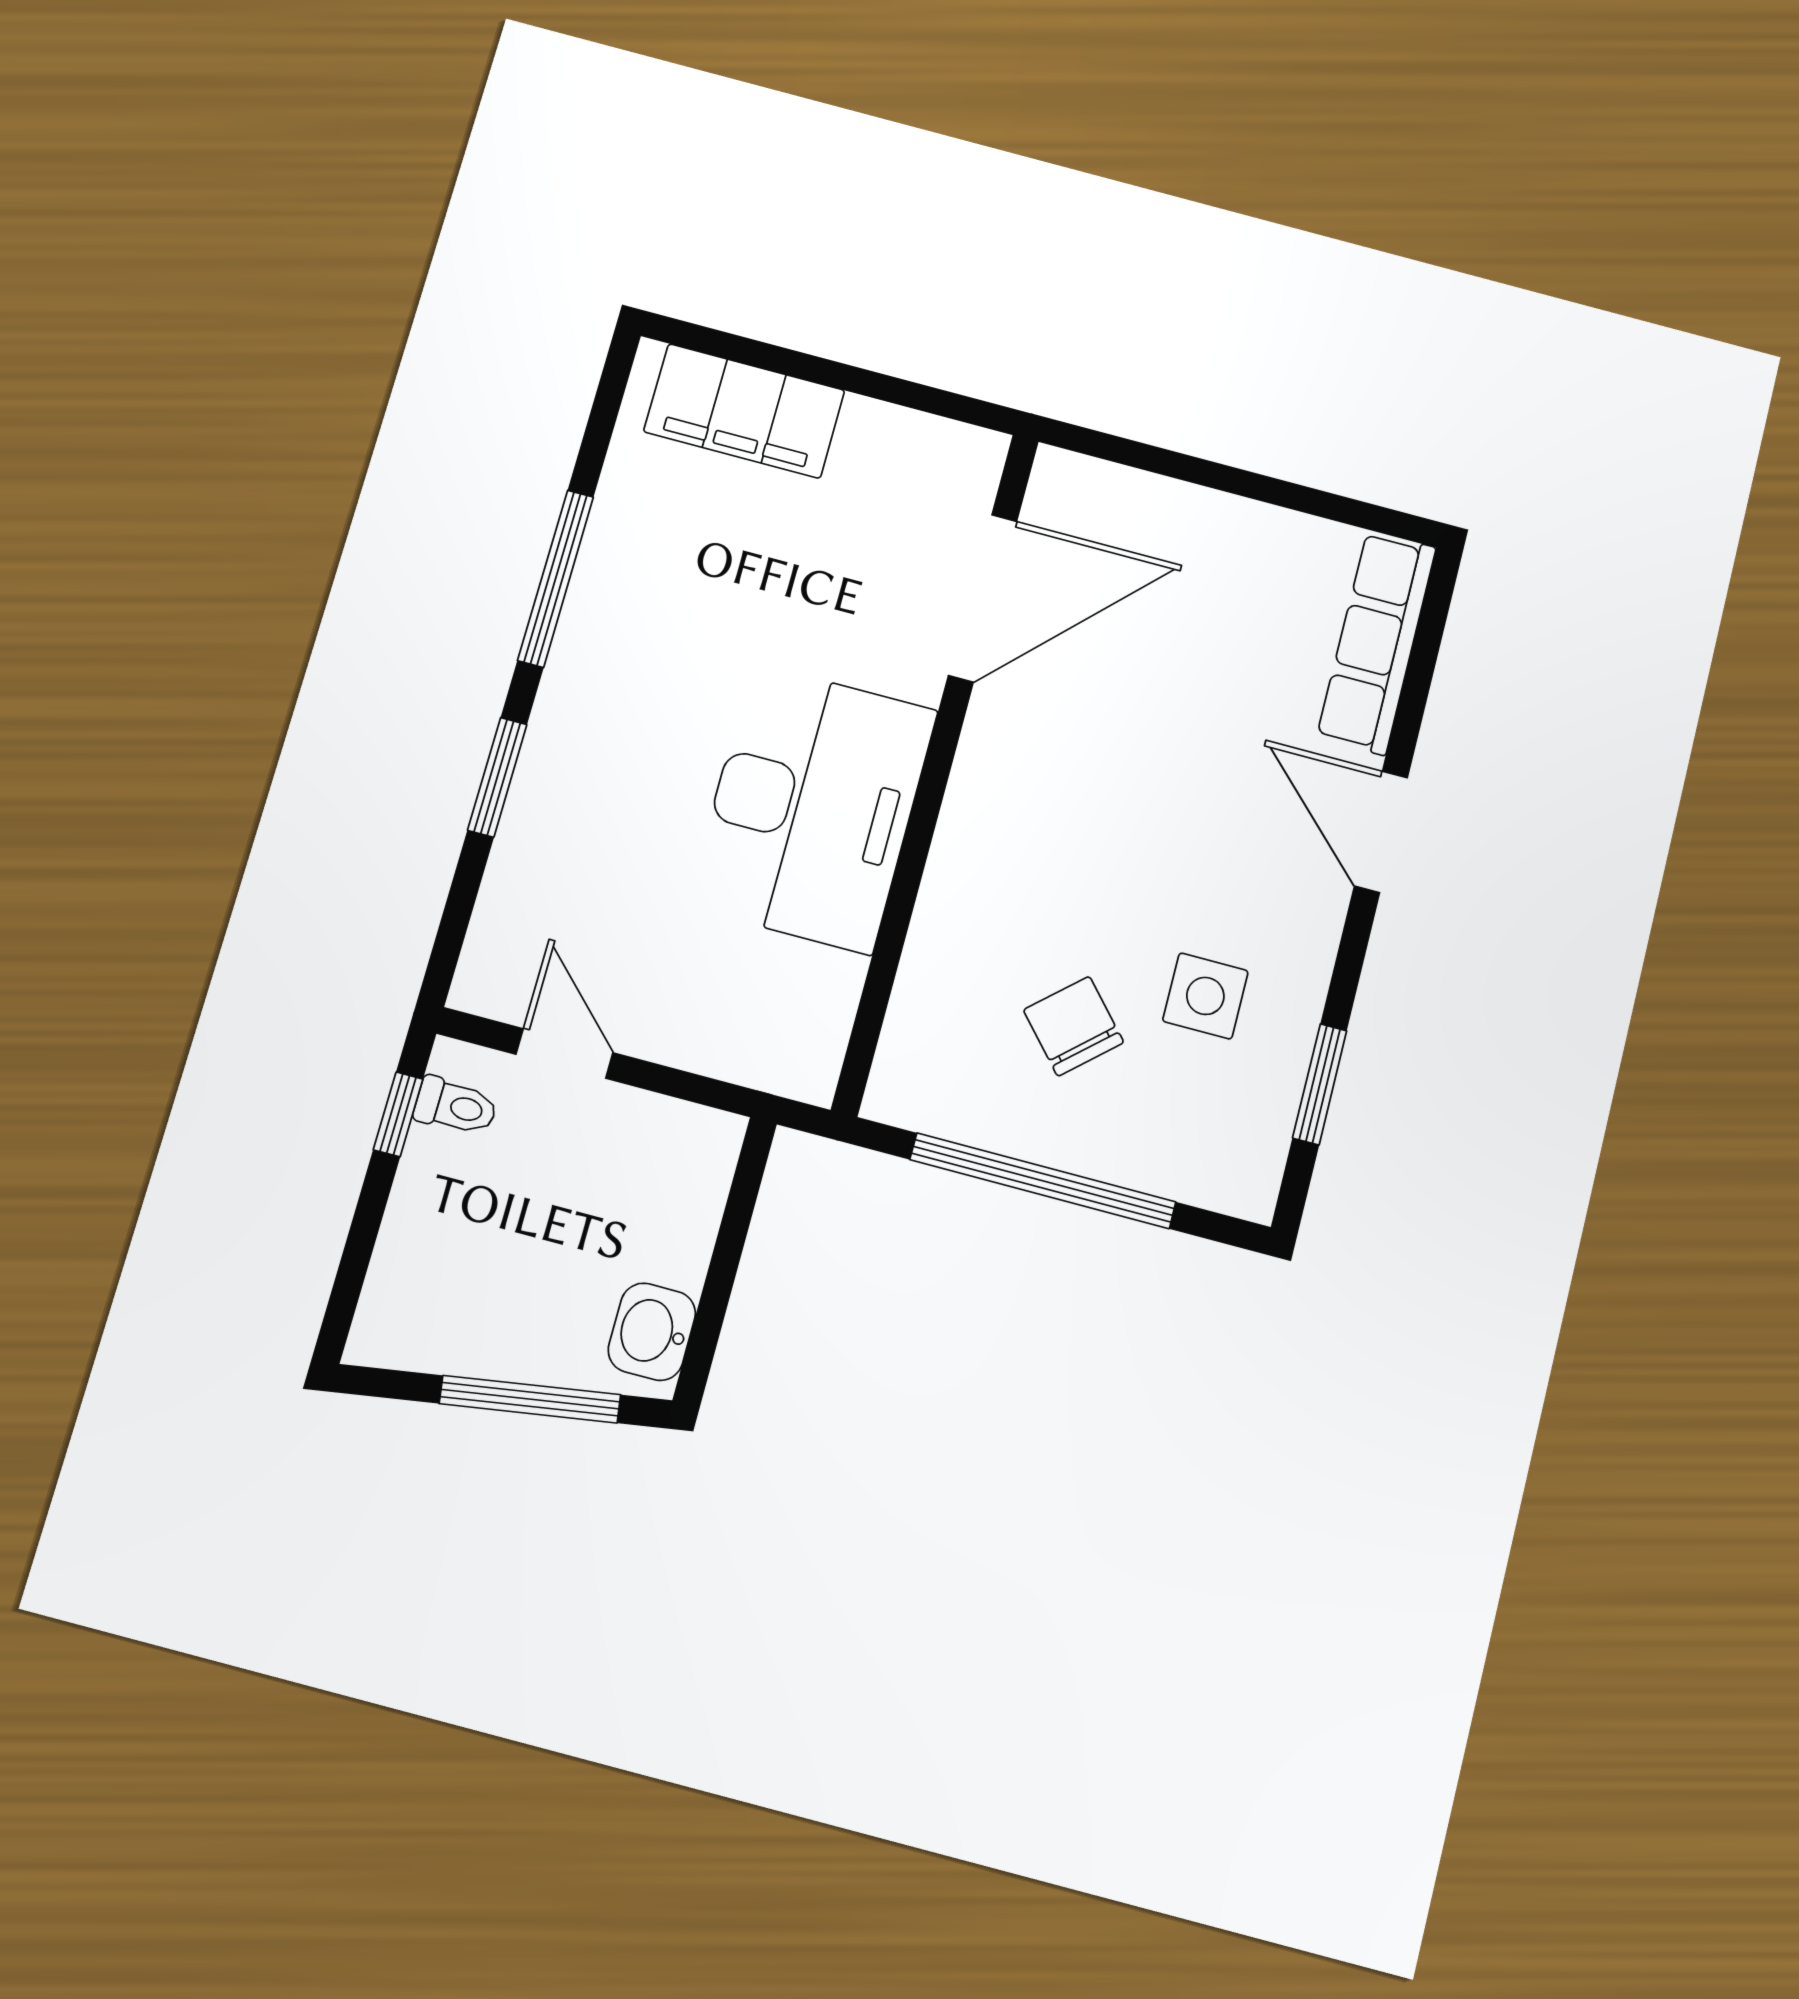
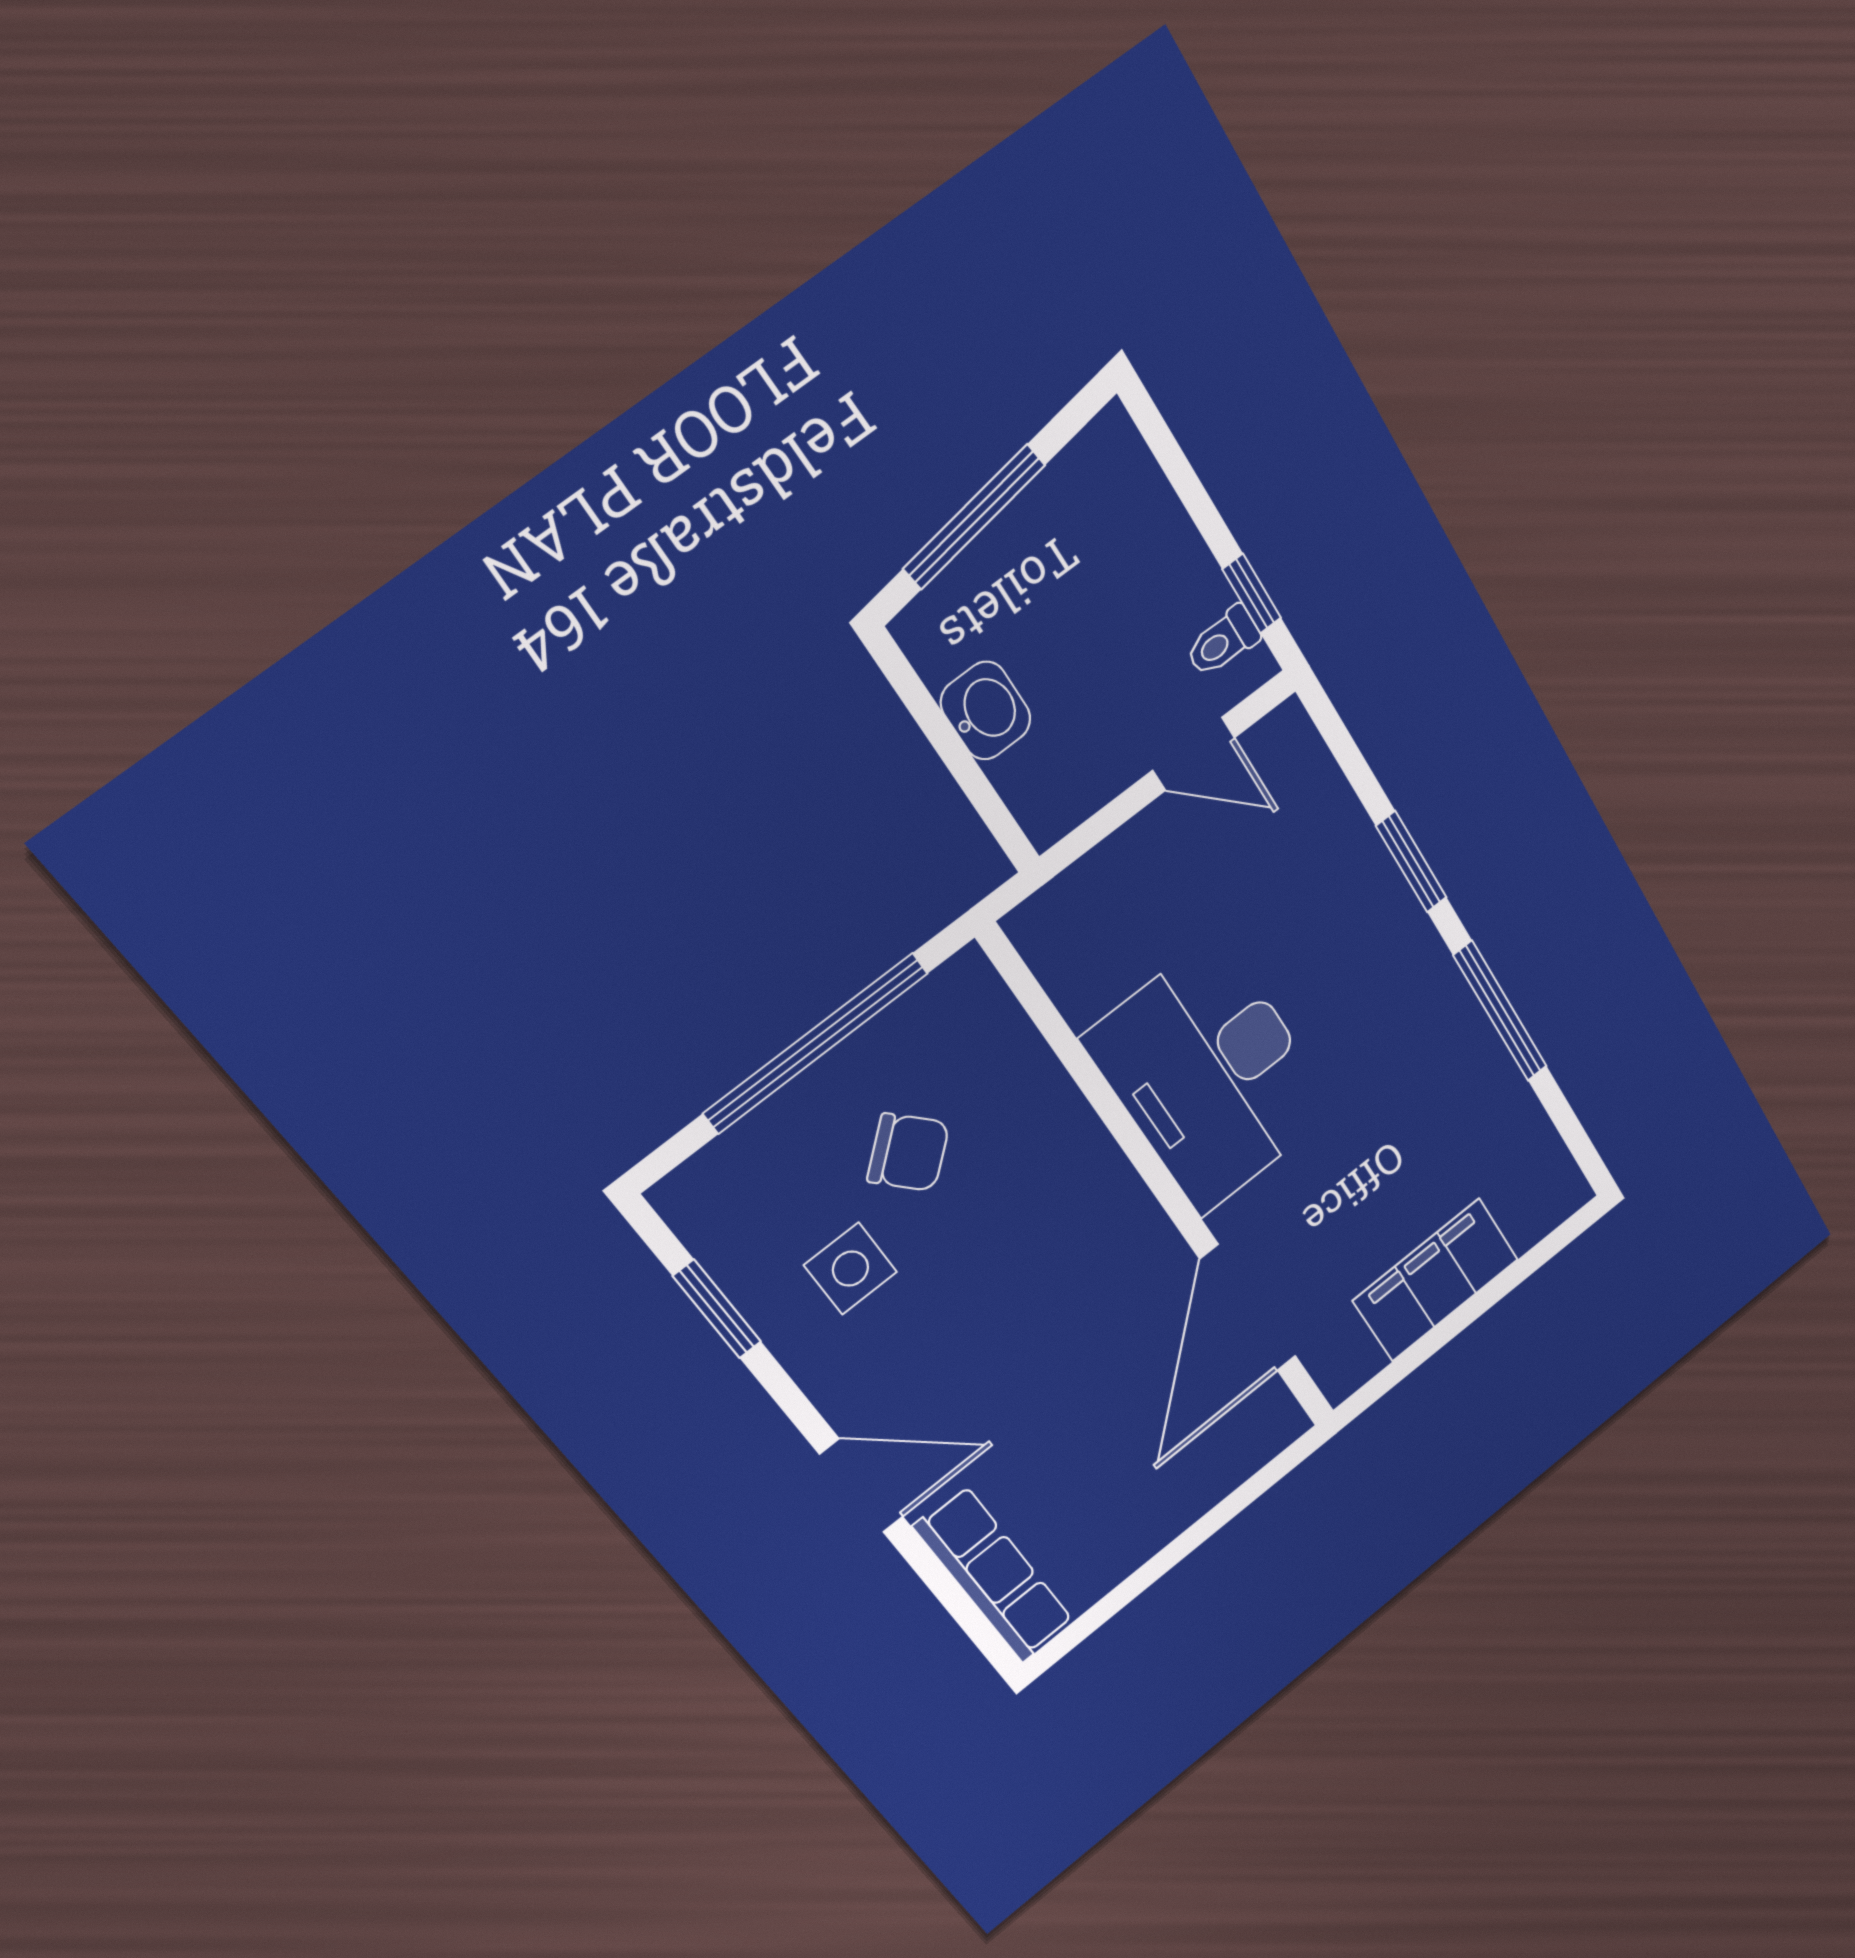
filing cabinet: (744, 411) -> (1436, 1280), moved
washbasin: (652, 1332) -> (986, 711), moved

